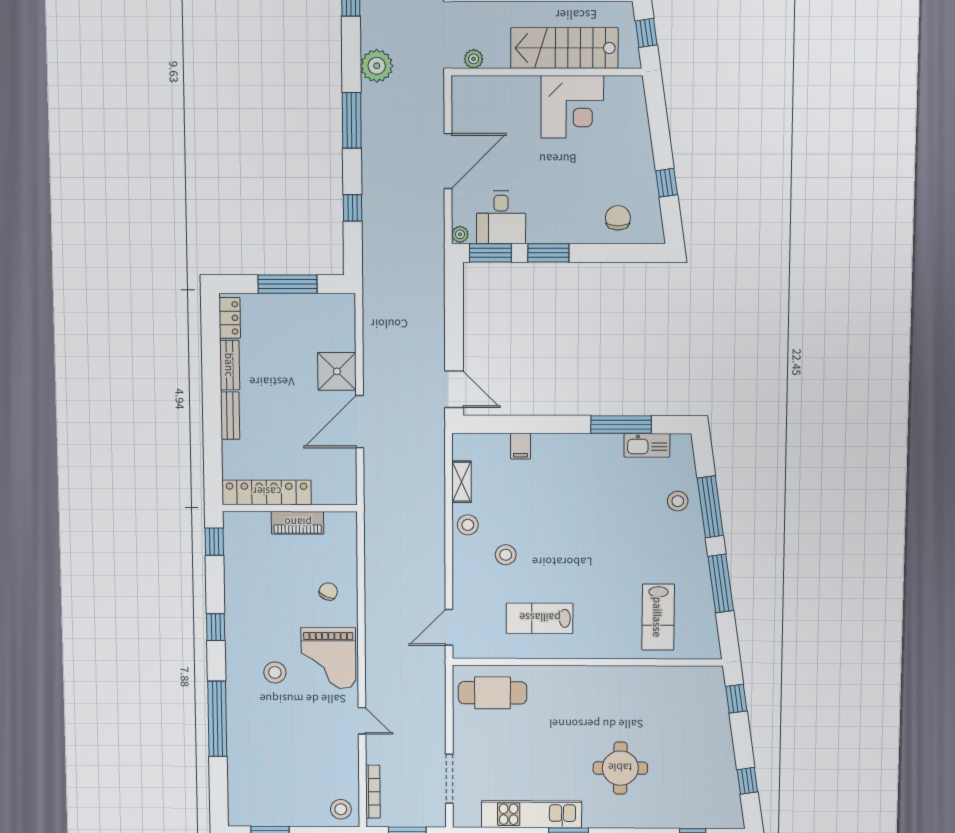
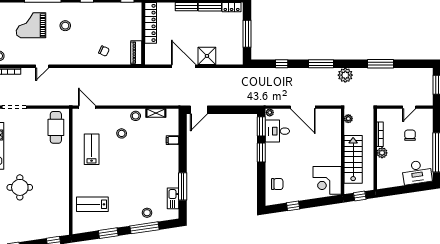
corner desk: (572, 107) -> (327, 180), moved
piano: (298, 523) -> (136, 53), moved
window: (721, 583) -> (108, 233), width x0.69
grand piano: (328, 658) -> (31, 25), moved

